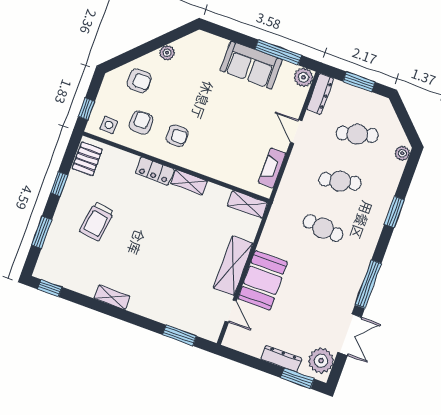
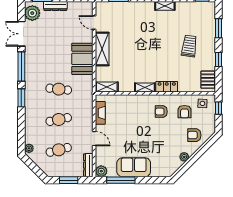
window: (394, 212) -> (21, 98), moved
booth: (263, 280) -> (82, 59), moved

